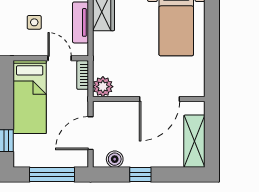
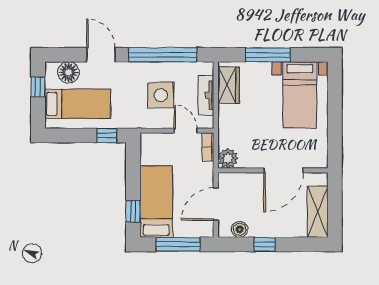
side table: (34, 22) -> (161, 95), width x1.87, depth x1.87
bed: (30, 97) -> (156, 202), moved, turned 180

